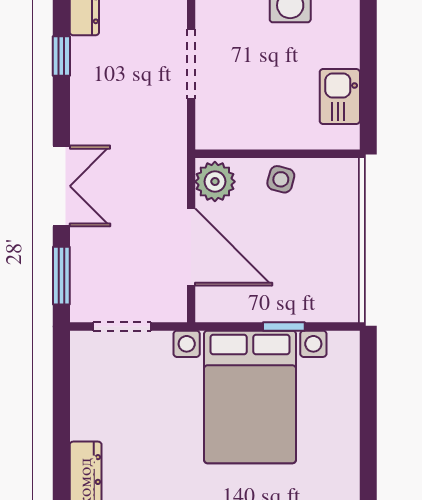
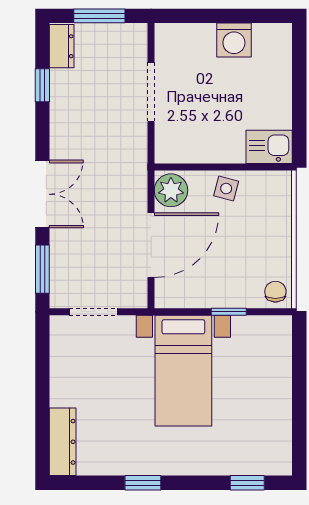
kitchen sink: (340, 97) -> (269, 147), moved, turned 90
door: (191, 247) -> (151, 245), hinge flipped
chair: (340, 303) -> (275, 292), added
bed with nightstands: (250, 397) -> (183, 371), width x0.73

